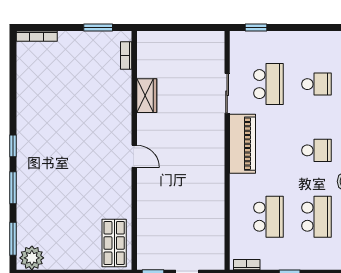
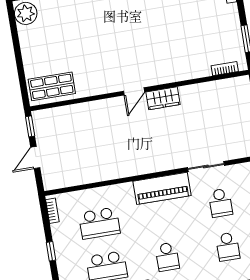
school desk: (268, 84) -> (220, 203), width x0.54
wardrobe: (147, 96) -> (163, 98), moved

